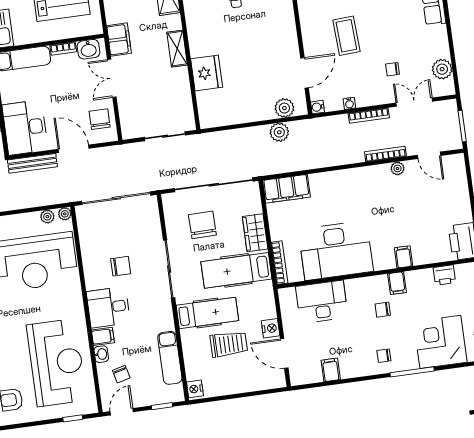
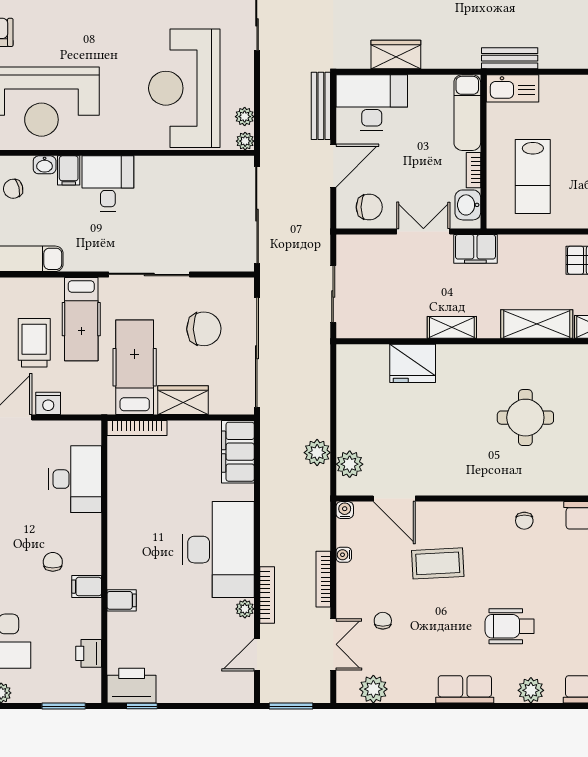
desk: (336, 251) -> (218, 550), moved, turned 180
chair: (121, 266) -> (162, 208), removed
trolley: (229, 344) -> (34, 343), turned 180

